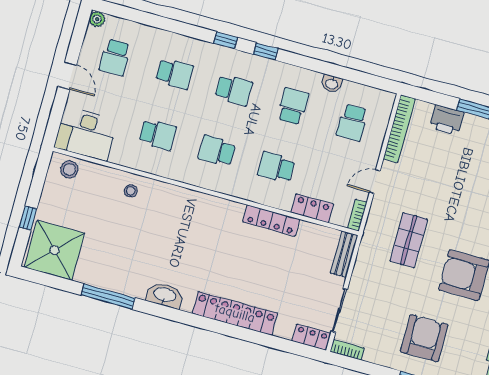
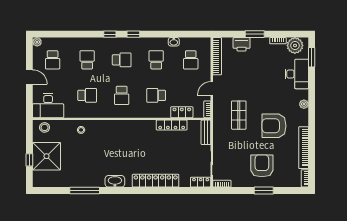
school desk: (174, 74) -> (87, 60), turned -90
school desk: (217, 151) -> (122, 95), turned -90
locker: (271, 221) -> (172, 125), moved
shower: (54, 250) -> (46, 156), moved

